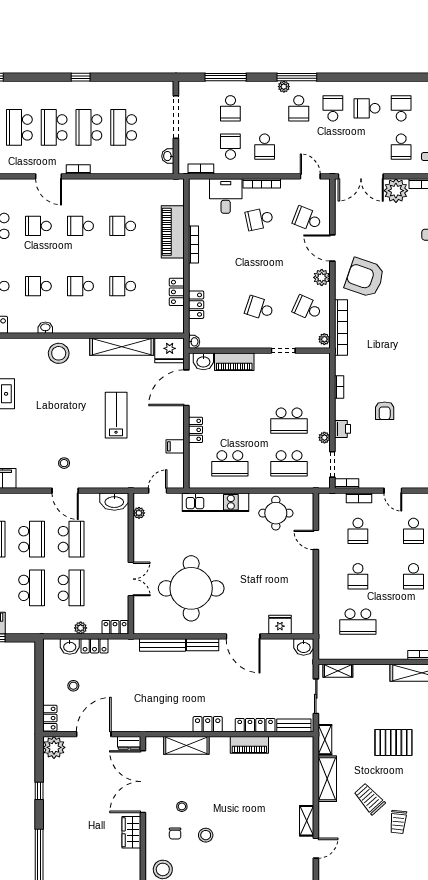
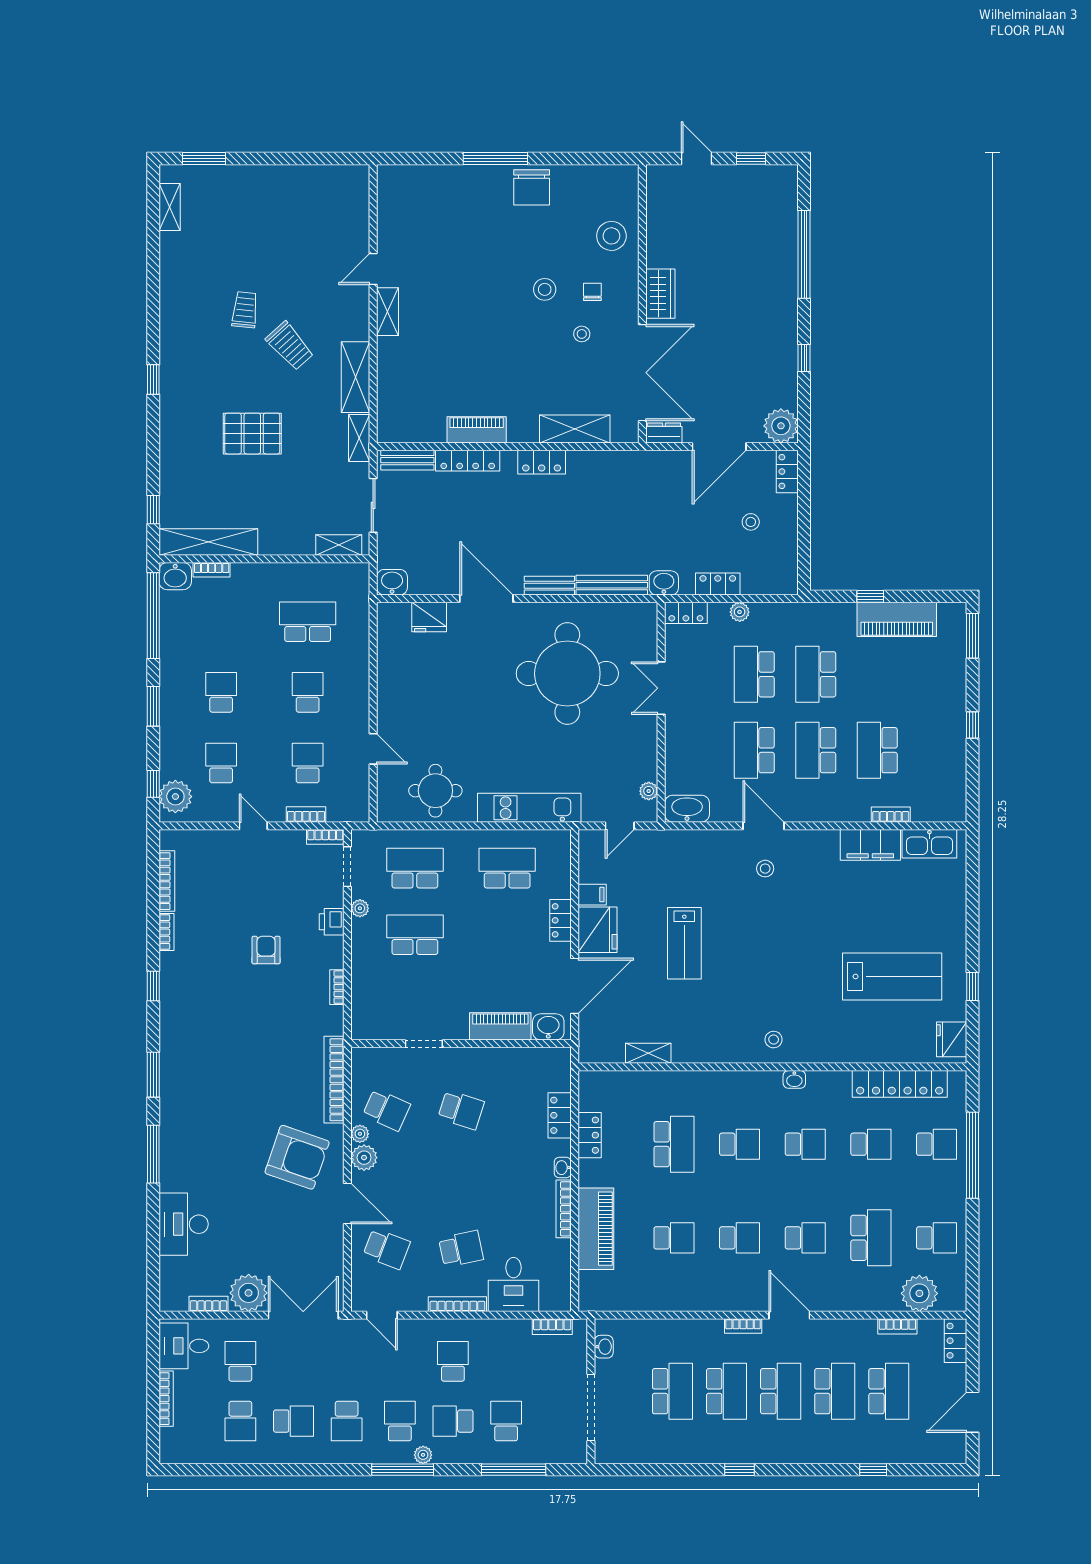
school desk: (230, 147) -> (453, 1421), moved, turned 90
school desk: (123, 286) -> (674, 1144), width x1.85
plant: (324, 339) -> (360, 1134), moved
washbasin: (194, 342) -> (563, 1168), moved
shelving: (122, 347) -> (648, 1053), width x0.45, depth x0.75
fridge: (170, 350) -> (597, 930), moved, turned 90
stool: (59, 353) -> (774, 1040), width x0.53, depth x0.53
washbasin: (70, 647) -> (664, 583), moved

